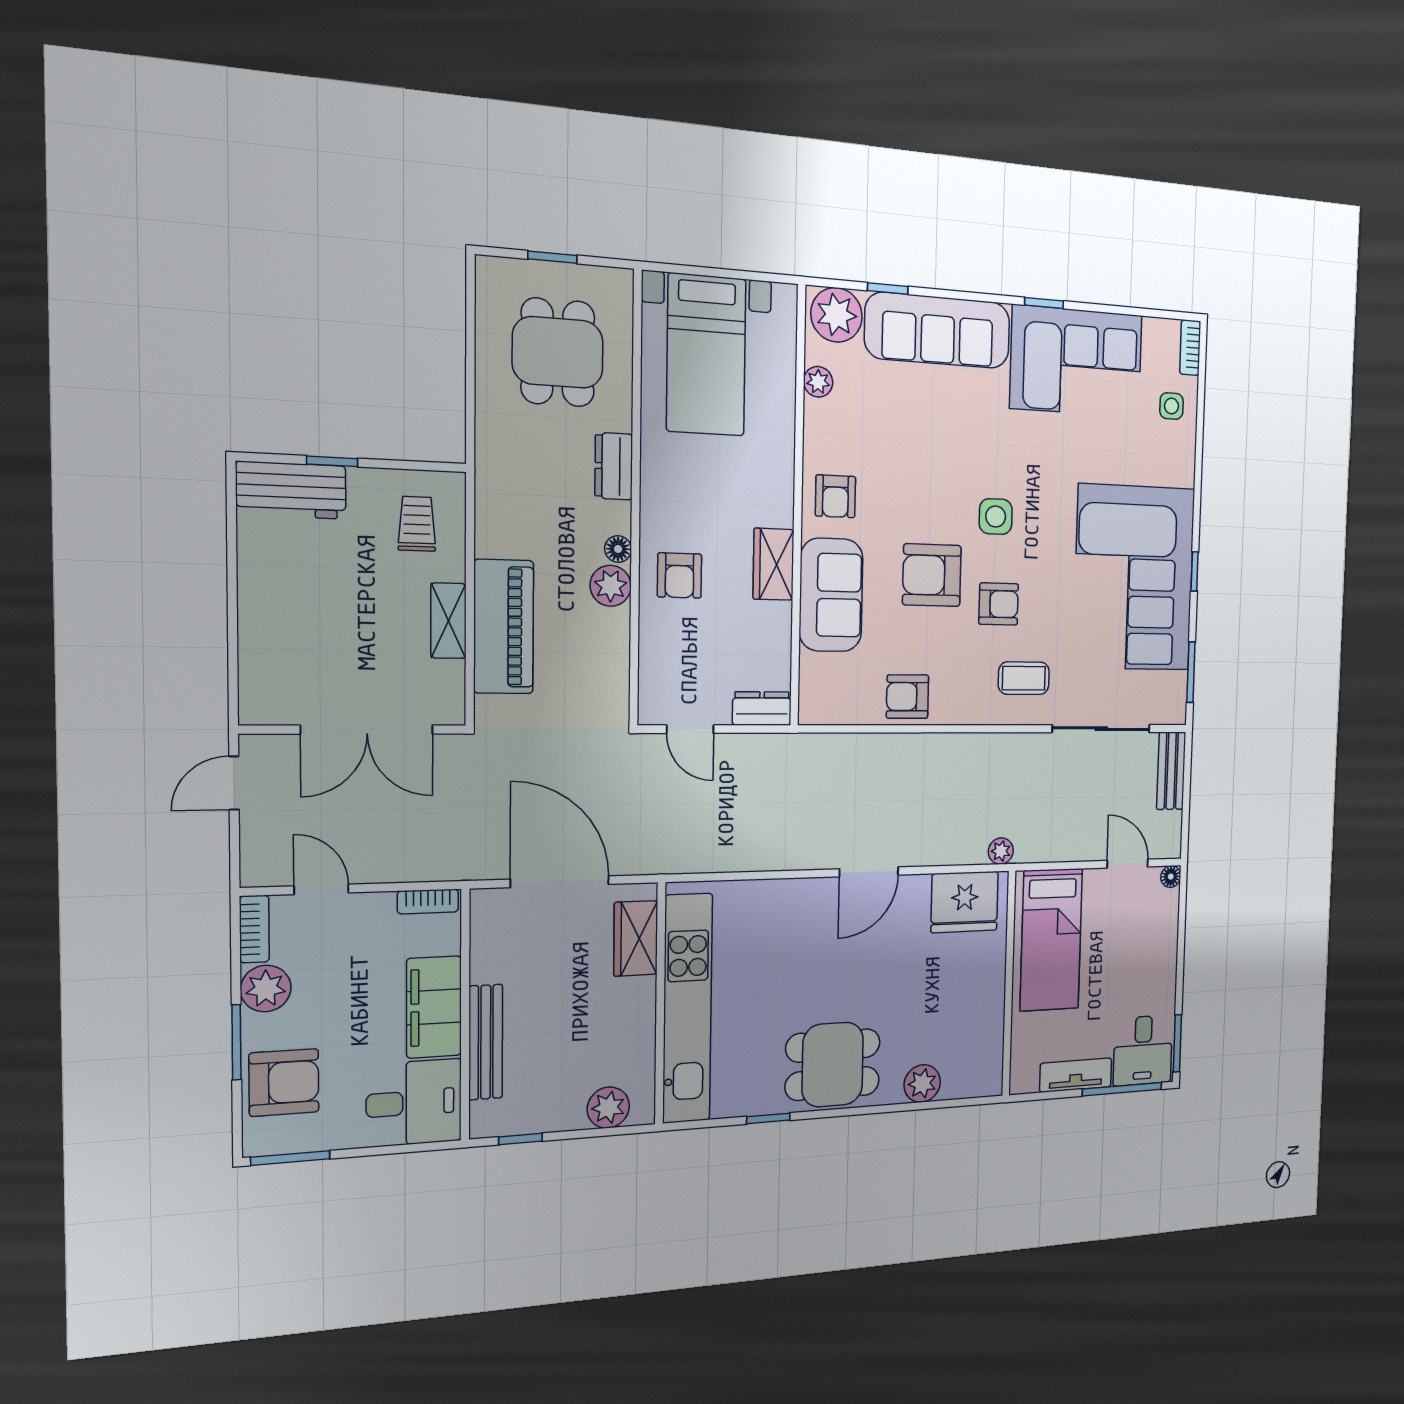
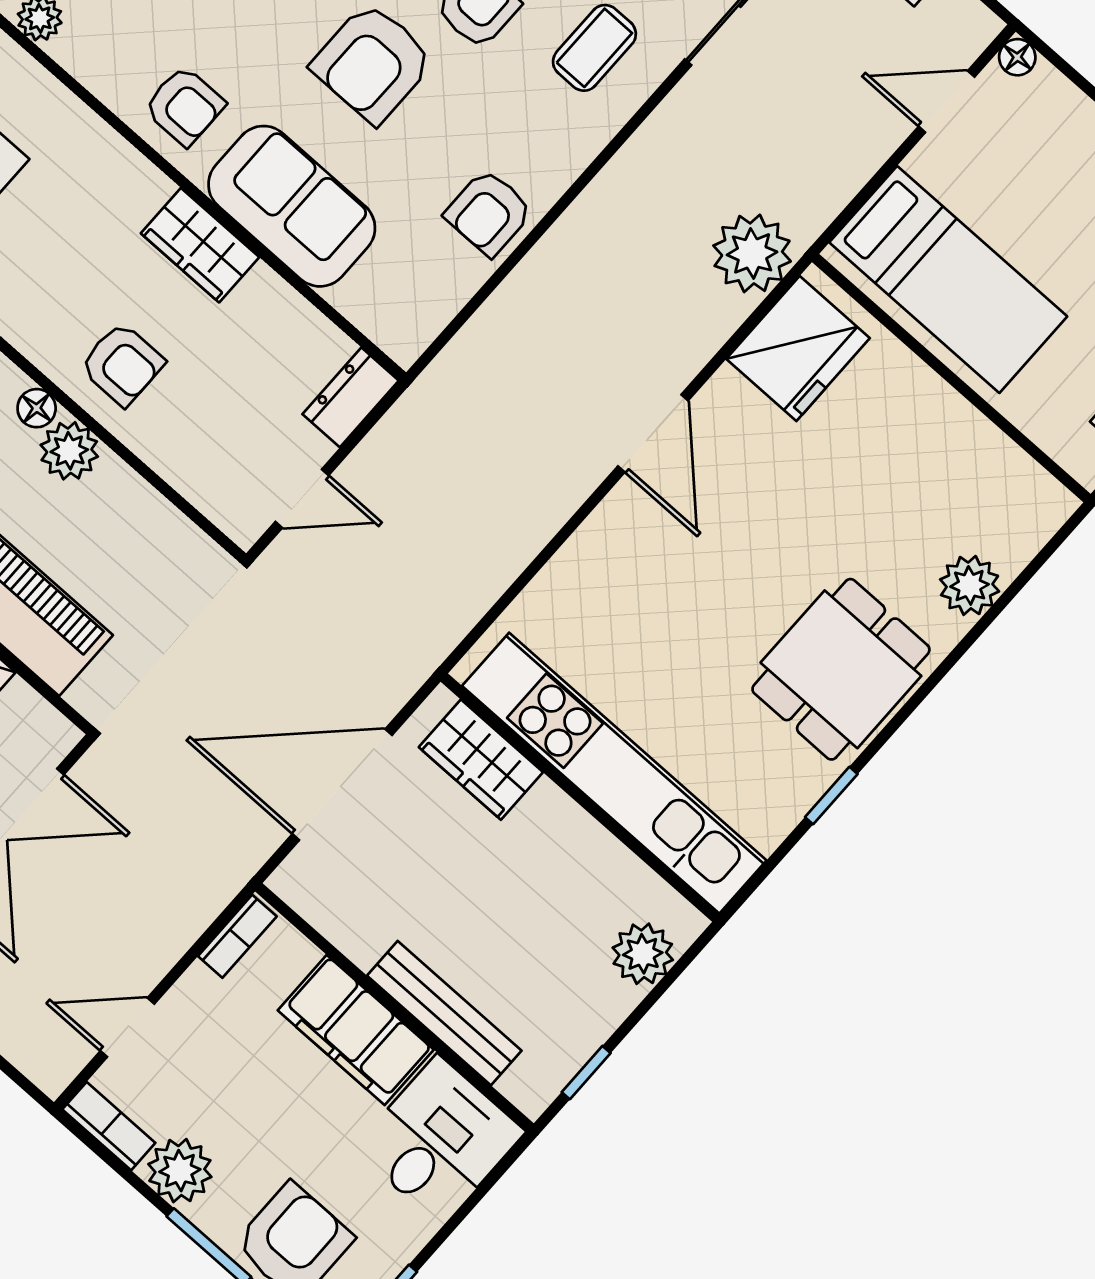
plant: (1001, 851) -> (752, 253), width x1.88, depth x1.88

